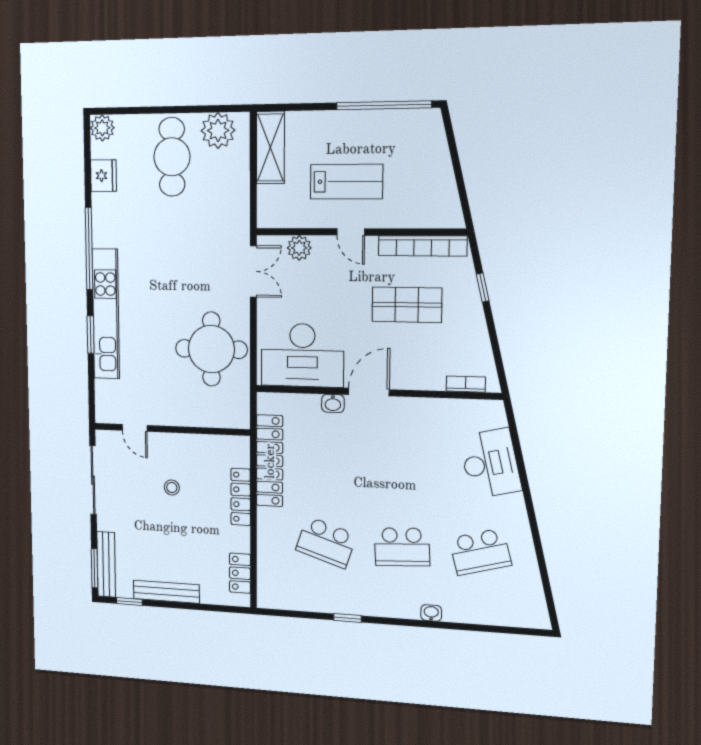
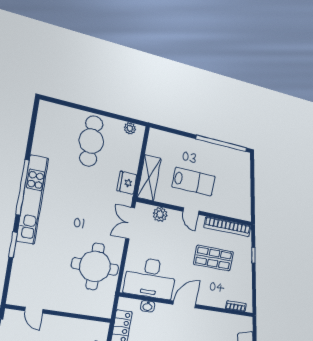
plant: (102, 128) -> (47, 110), removed
plant: (218, 130) -> (130, 128), width x0.53, depth x0.53
shelving: (270, 147) -> (149, 178), moved
fridge: (104, 176) -> (127, 183), moved, turned 180
double door: (253, 271) -> (130, 223), swing flipped
kitchen unit: (106, 314) -> (32, 200), moved
washbasin: (333, 403) -> (148, 306), moved

